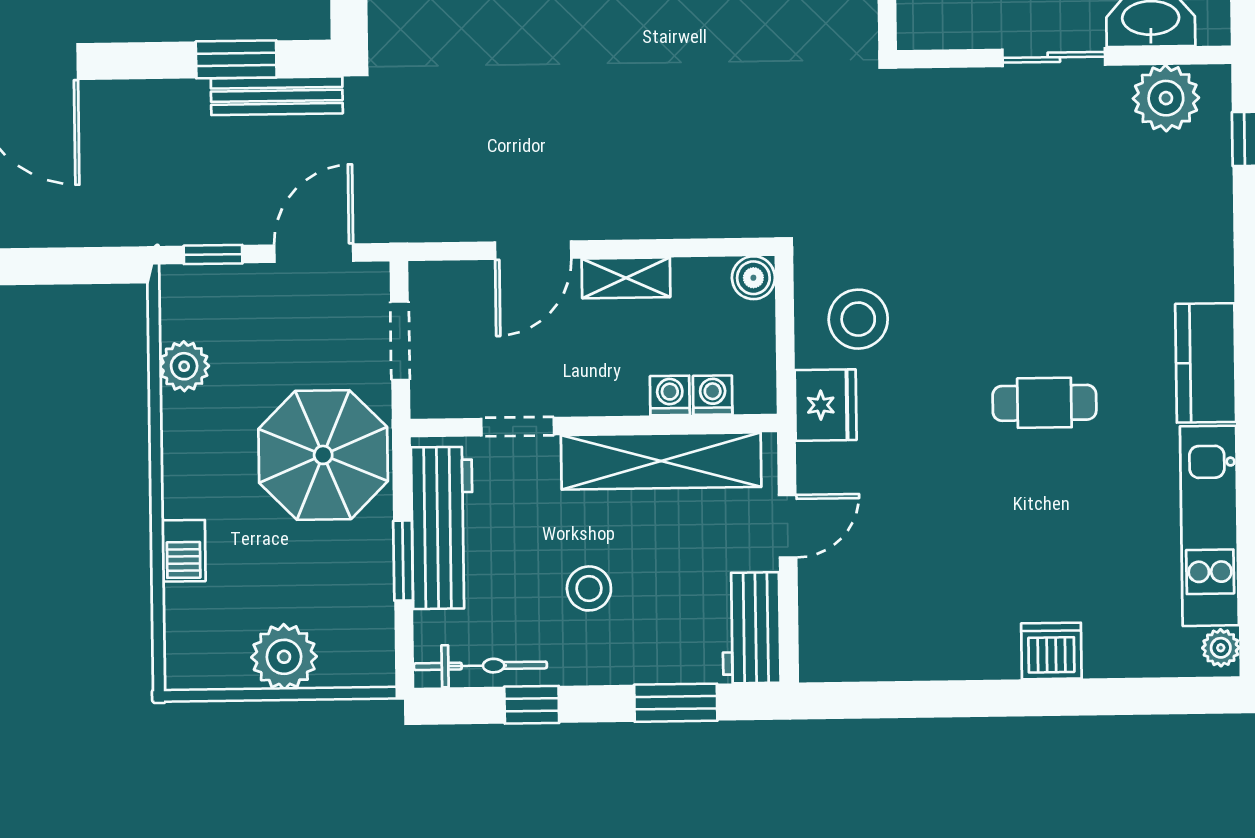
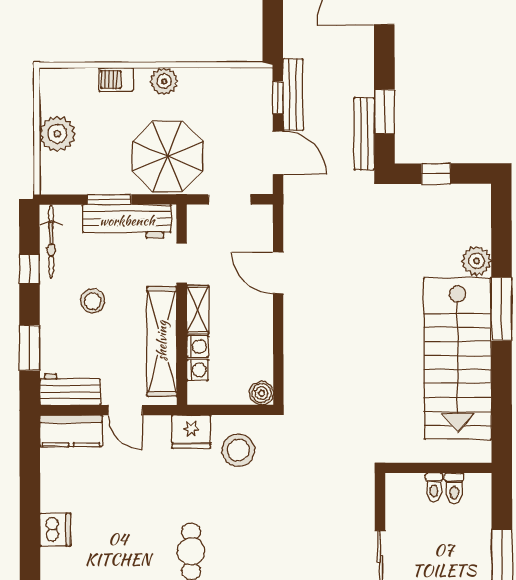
bench: (207, 227) -> (293, 95), added
shelving: (626, 278) -> (198, 310), moved
plant: (184, 366) -> (164, 81), moved
kitchen counter: (827, 625) -> (71, 431), added
dishwasher: (1051, 651) -> (55, 530), moved

